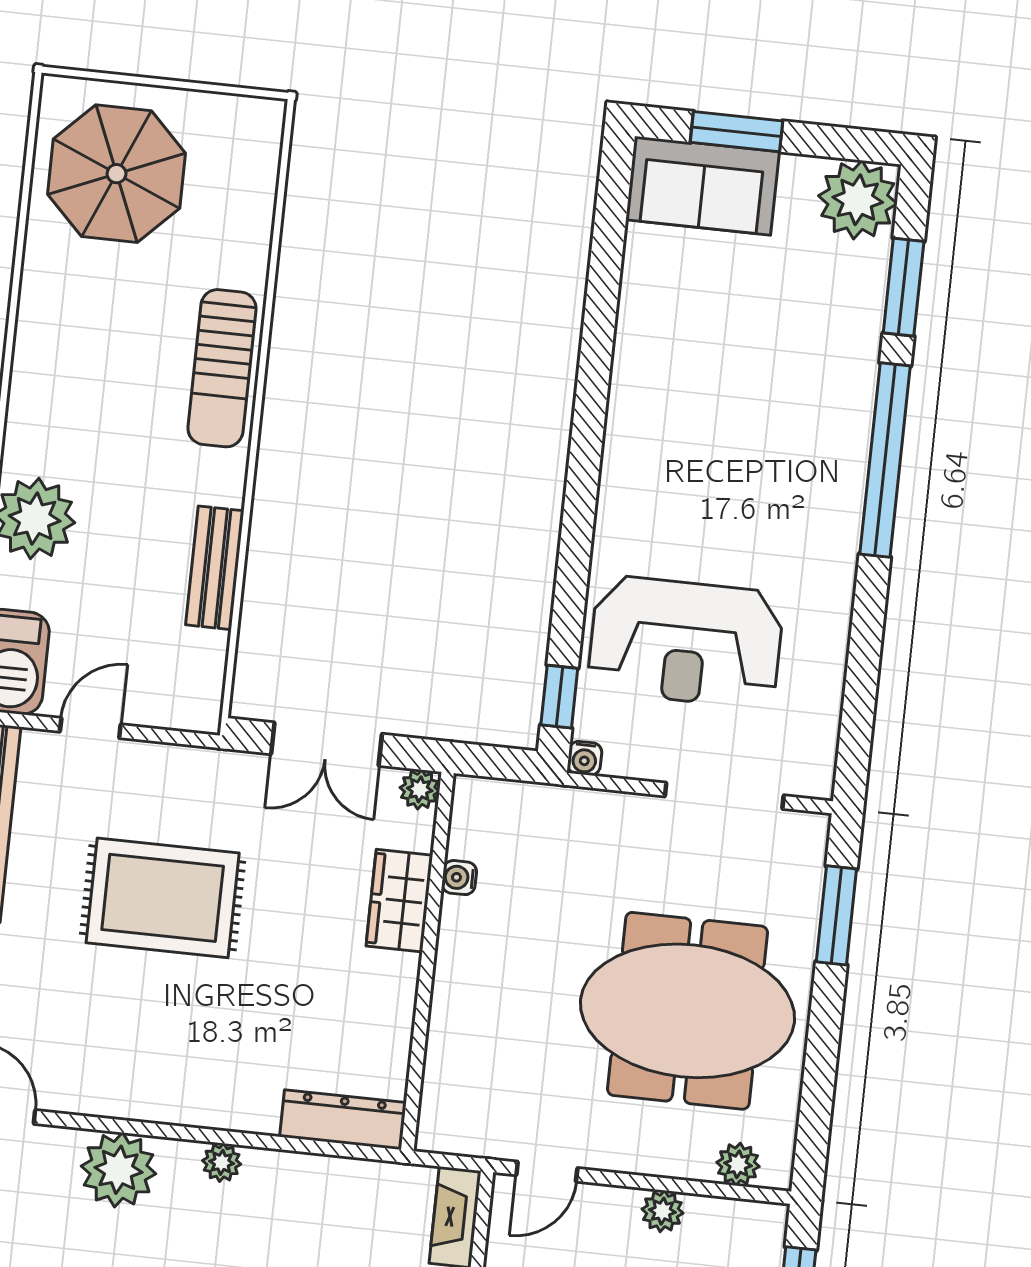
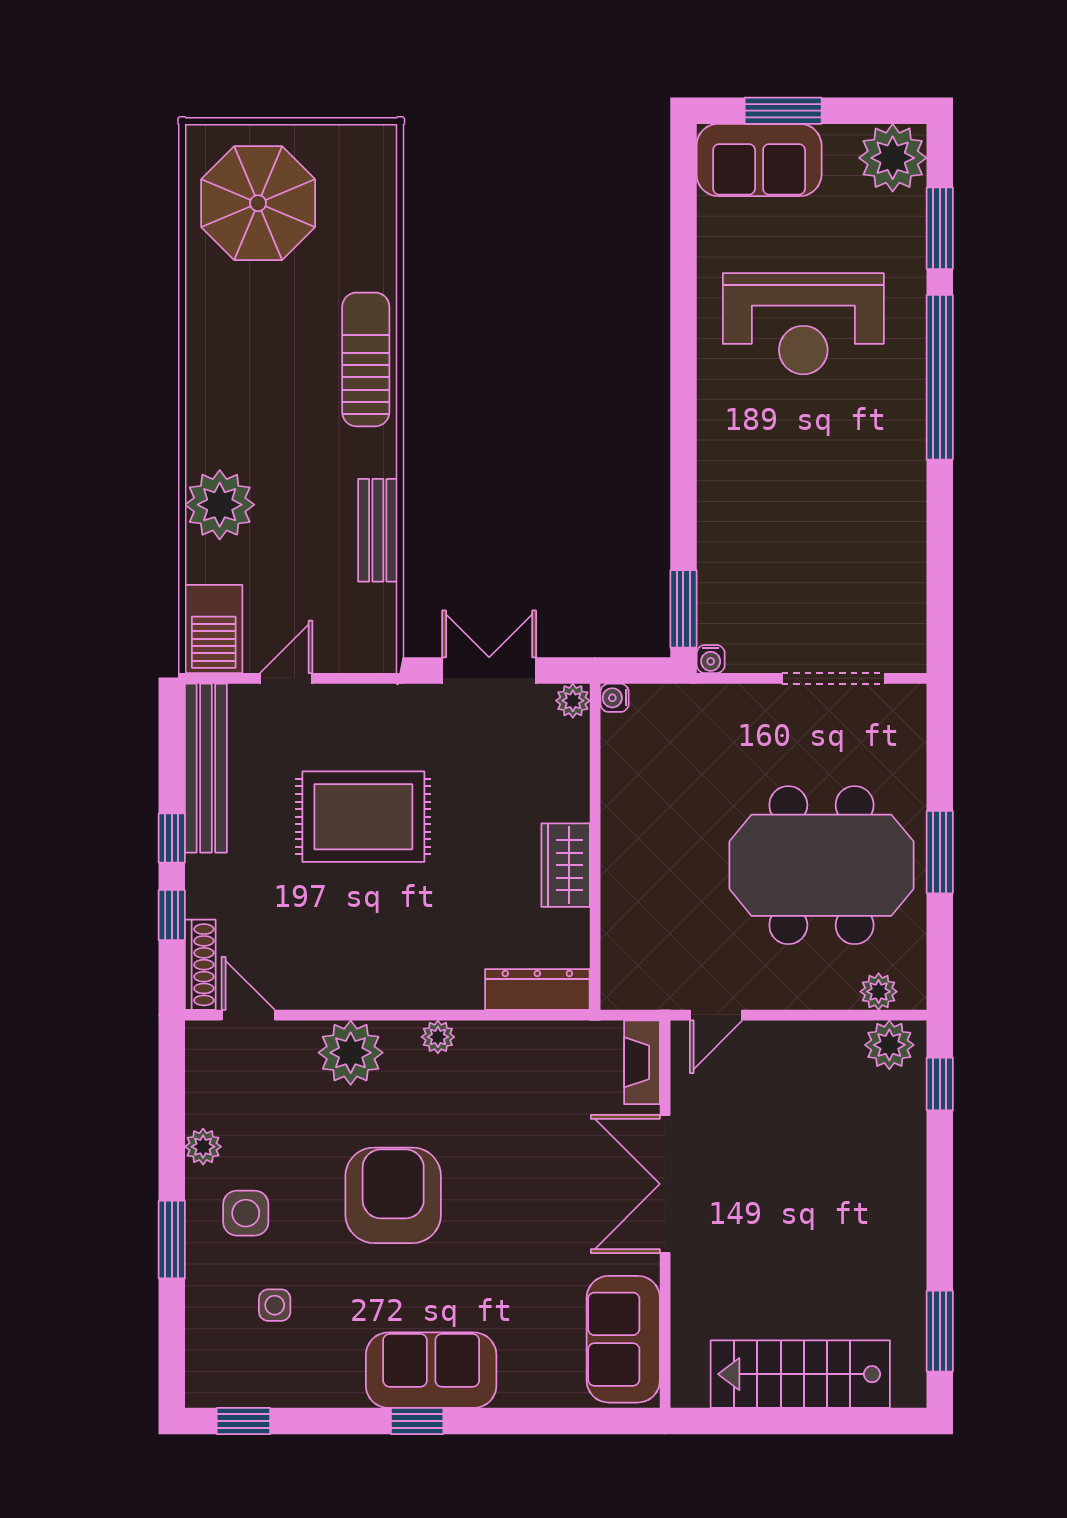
sun lounger: (222, 368) -> (366, 359), turned 180
reception desk: (686, 642) -> (803, 324), moved
window: (559, 697) -> (683, 609), width x1.50
double door: (326, 744) -> (489, 671), swing flipped
water cooler: (459, 878) -> (615, 698), moved
wardrobe: (399, 901) -> (566, 865), moved
window: (836, 915) -> (940, 852), moved
plant: (662, 1211) -> (889, 1045), moved, width x1.38, depth x1.38

